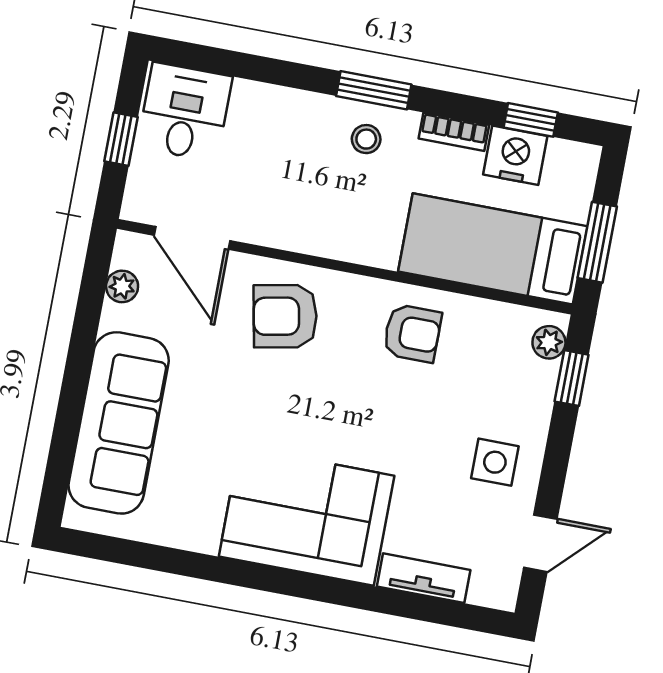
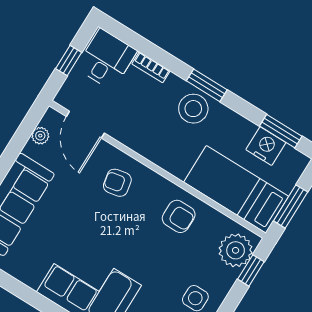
window: (531, 120) -> (281, 131), width x1.50
bookcase: (454, 132) -> (151, 67), moved
stool: (366, 139) -> (193, 109), width x1.89, depth x1.89
armchair: (285, 316) -> (117, 183), width x0.72, depth x0.72
plant: (549, 342) -> (236, 250), width x1.88, depth x1.88

